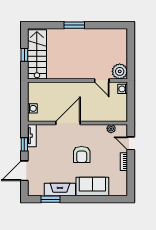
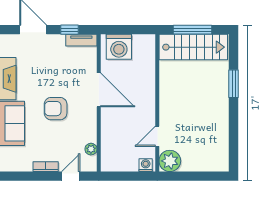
window: (74, 25) -> (234, 84), moved
window: (24, 55) -> (193, 30), width x2.17
washing machine: (32, 108) -> (119, 47), width x1.89, depth x1.89

